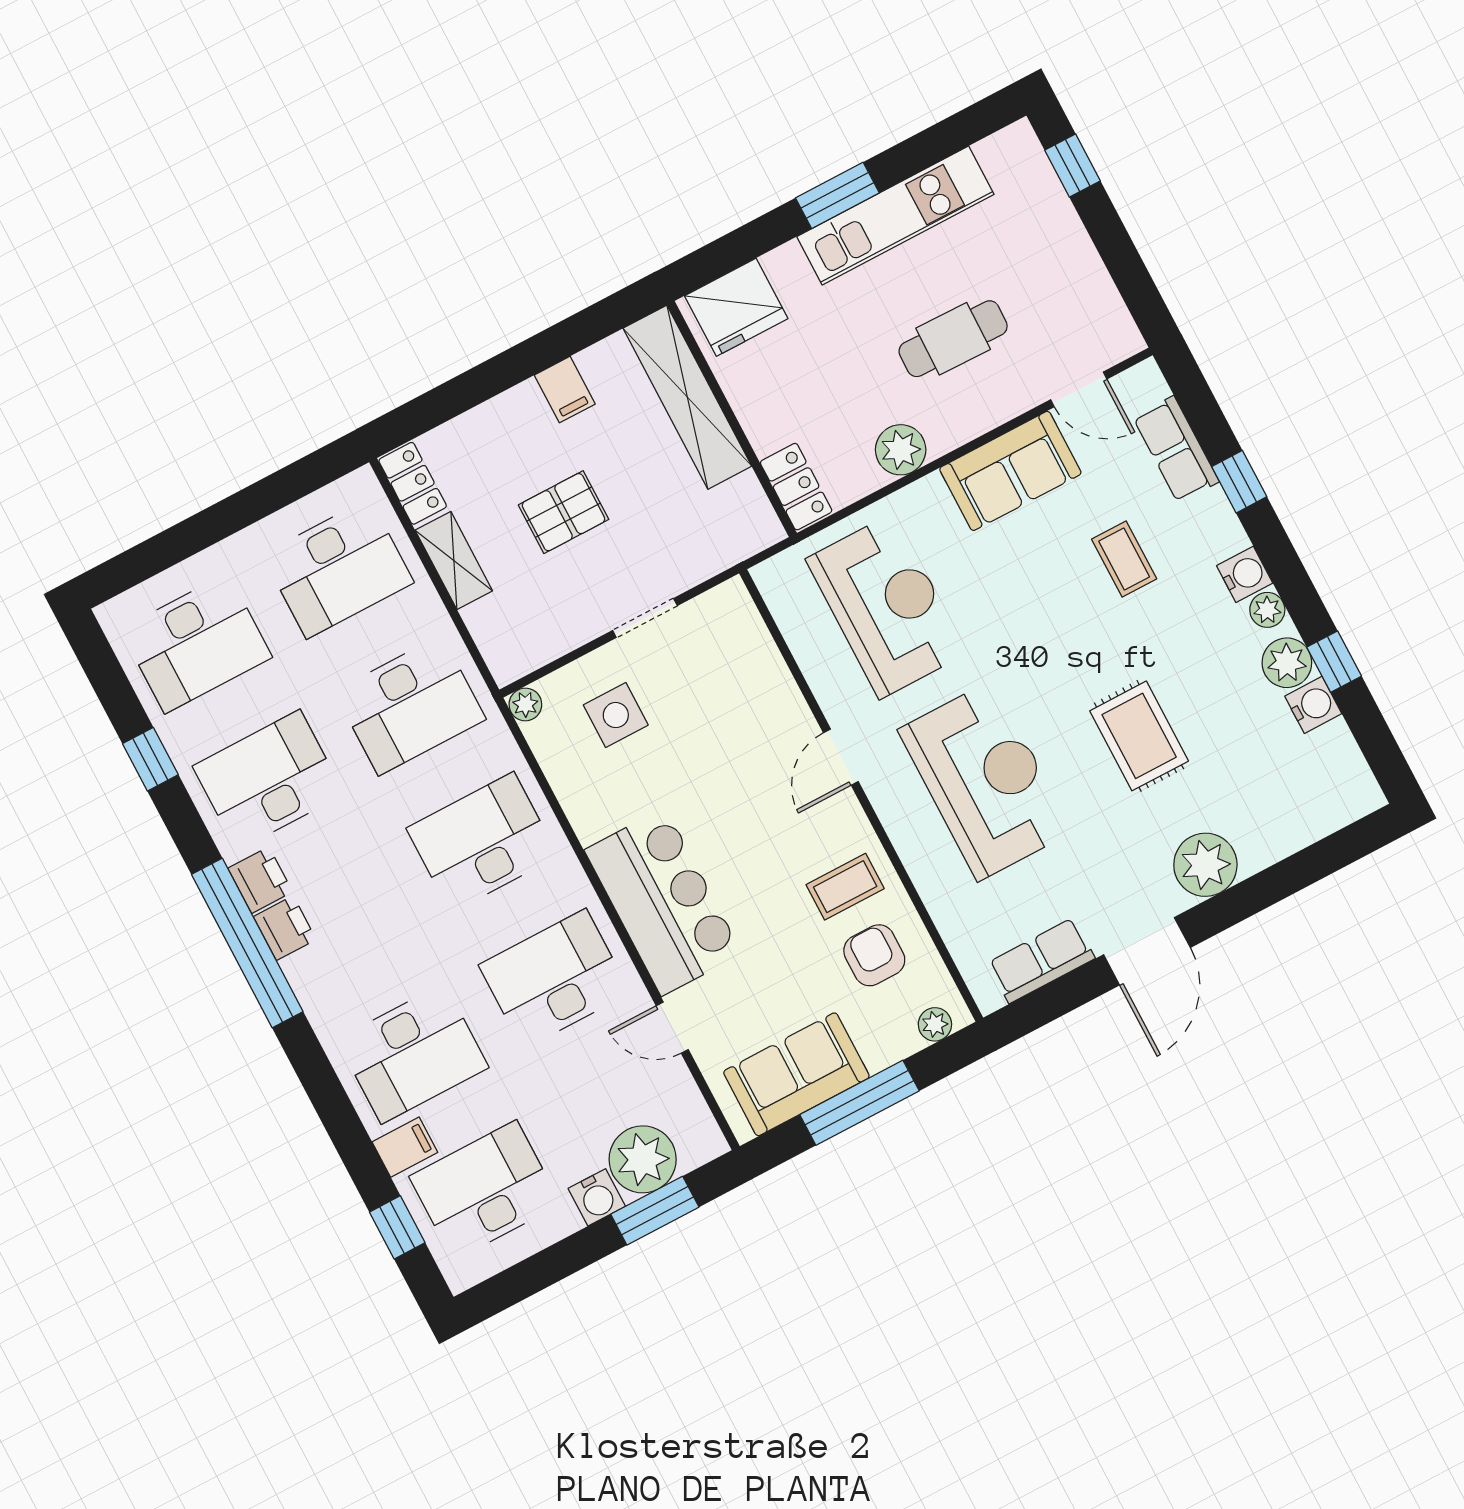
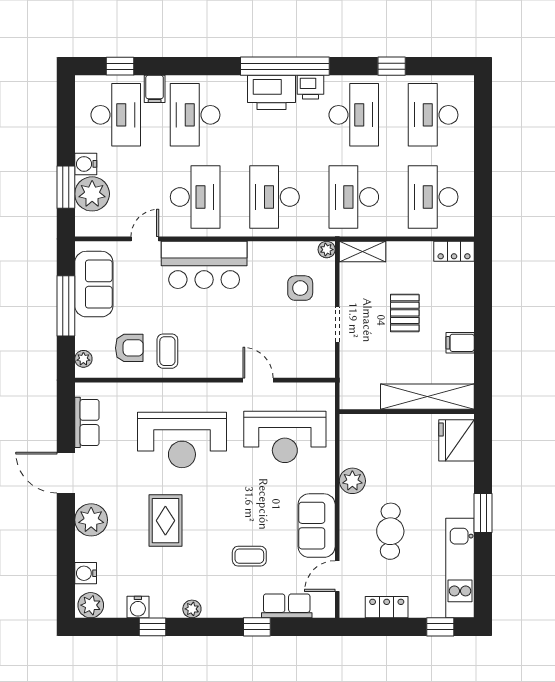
kitchen unit: (895, 216) -> (460, 568), moved
locker: (796, 487) -> (387, 607), moved, turned 180
shelving: (454, 560) -> (363, 252), moved
water cooler: (1245, 574) -> (86, 573), moved, turned 90
plant: (1287, 663) -> (91, 605), moved
rug: (1139, 736) -> (165, 521), turned 90
door: (841, 757) -> (258, 380), moved
desk: (482, 842) -> (274, 197), turned 180
printer: (285, 928) -> (272, 92), width x1.87, depth x1.48

